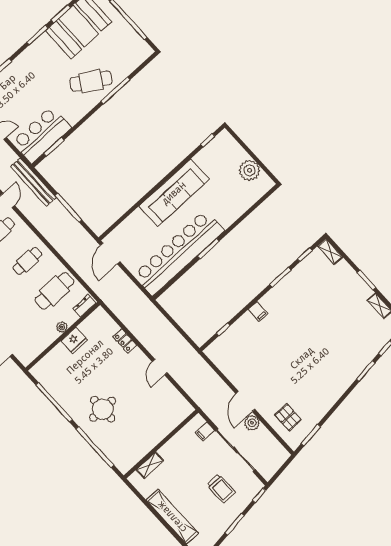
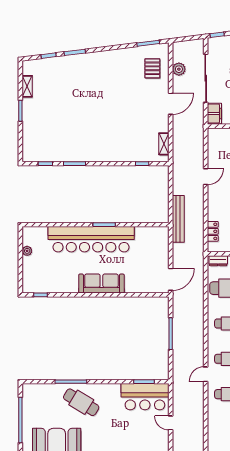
plant: (250, 170) -> (27, 251), width x0.53, depth x0.53
bench: (33, 182) -> (178, 219), moved
sofa: (174, 193) -> (101, 284), width x0.74, depth x0.79
shelving: (330, 251) -> (164, 144), moved
bar counter: (179, 253) -> (91, 239), moved
filing cabinet: (258, 311) -> (109, 155), removed
locker: (125, 341) -> (213, 231), moved
plant: (252, 423) -> (179, 69), moved
filing cabinet: (205, 431) -> (214, 114), width x2.00

